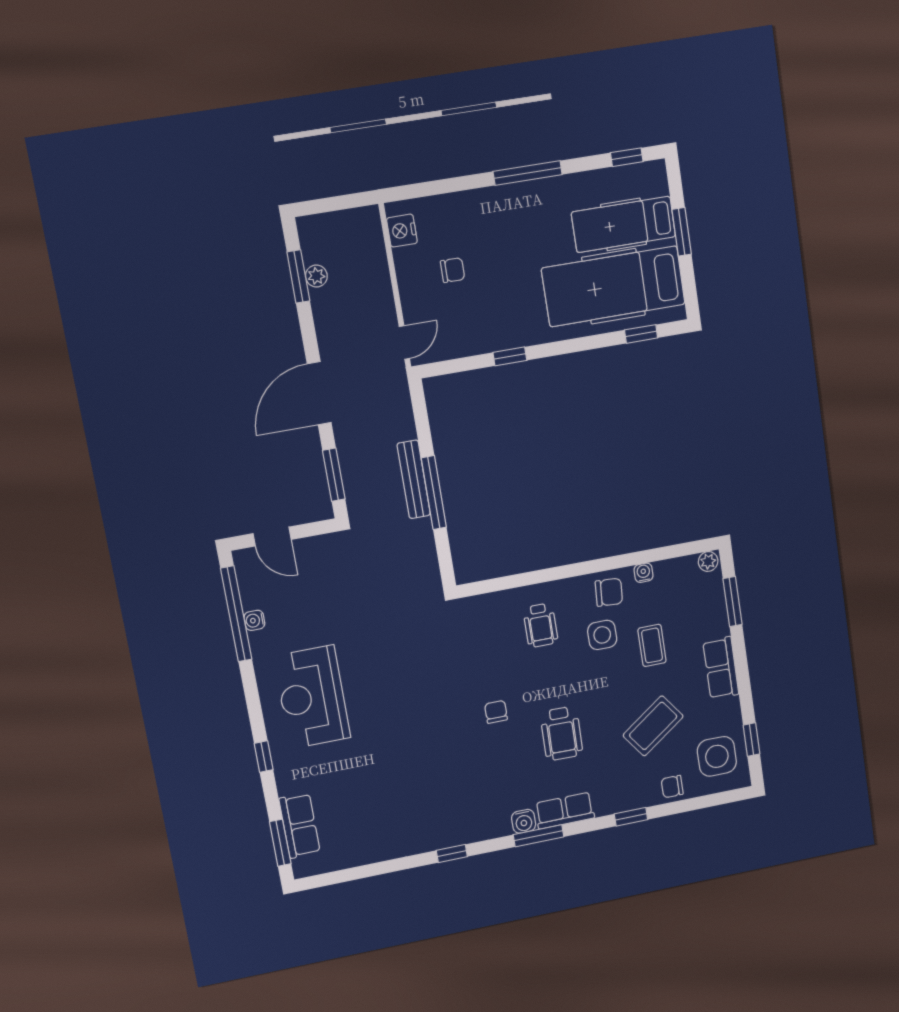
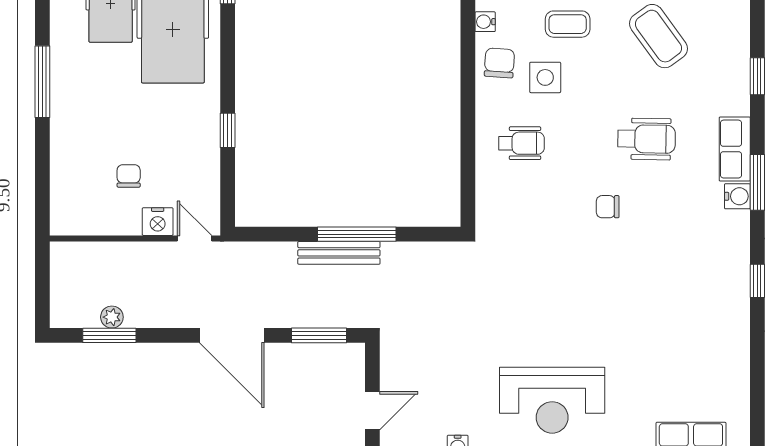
nightstand: (402, 231) -> (158, 222), moved
chair: (672, 787) -> (732, 25), removed

